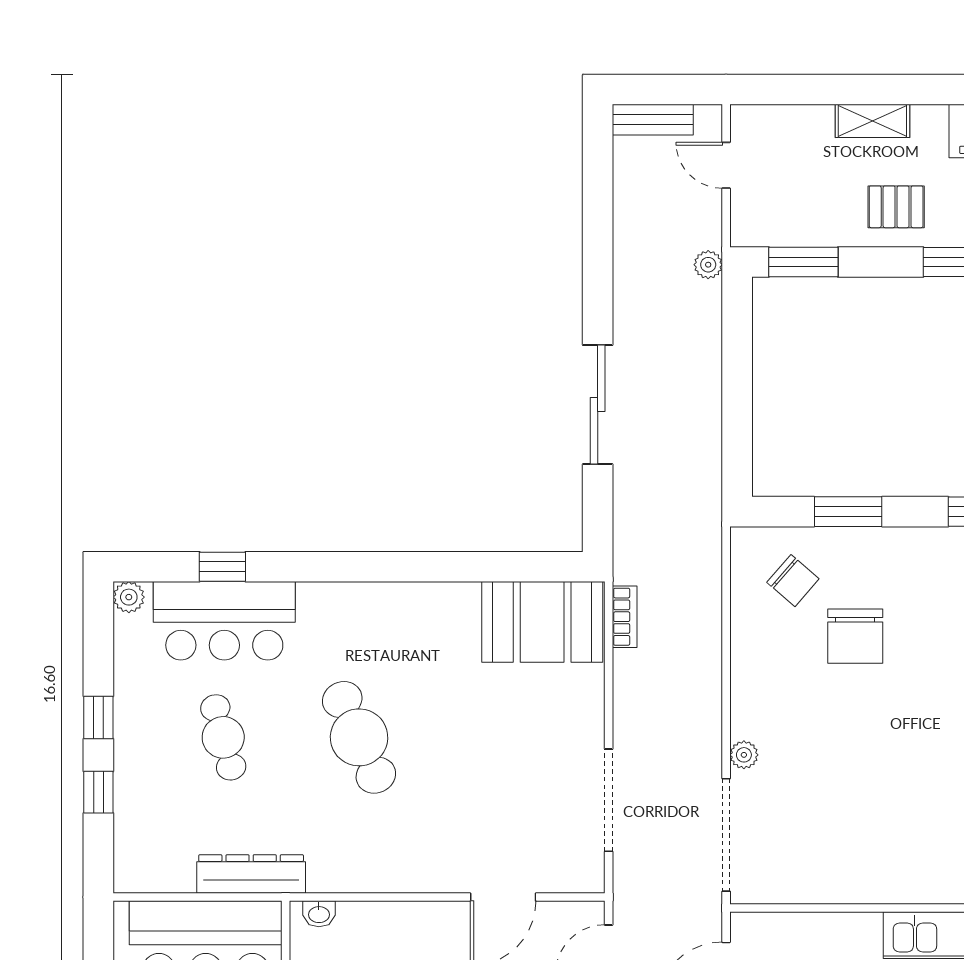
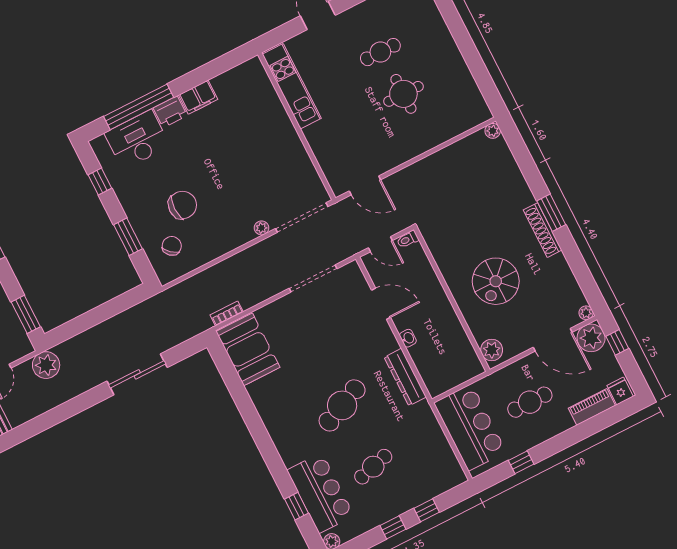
plant: (708, 265) -> (46, 365), width x1.88, depth x1.88
dresser: (251, 874) -> (405, 377), moved
washbasin: (319, 914) -> (408, 338), moved

